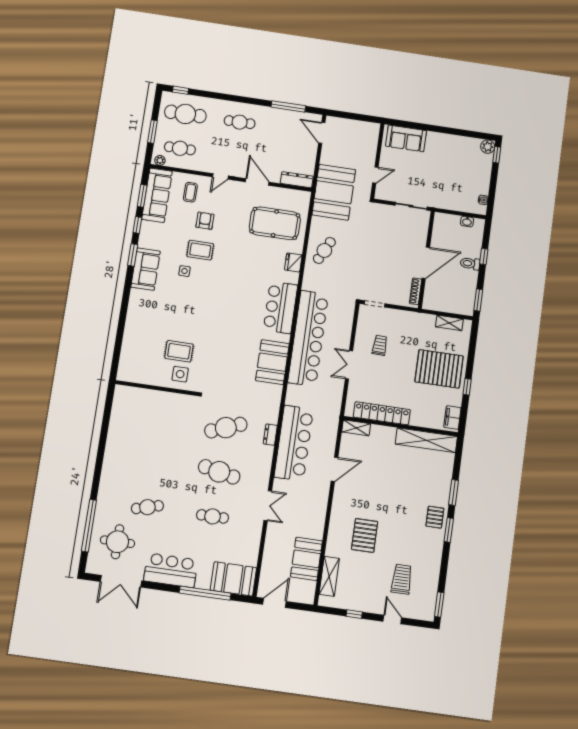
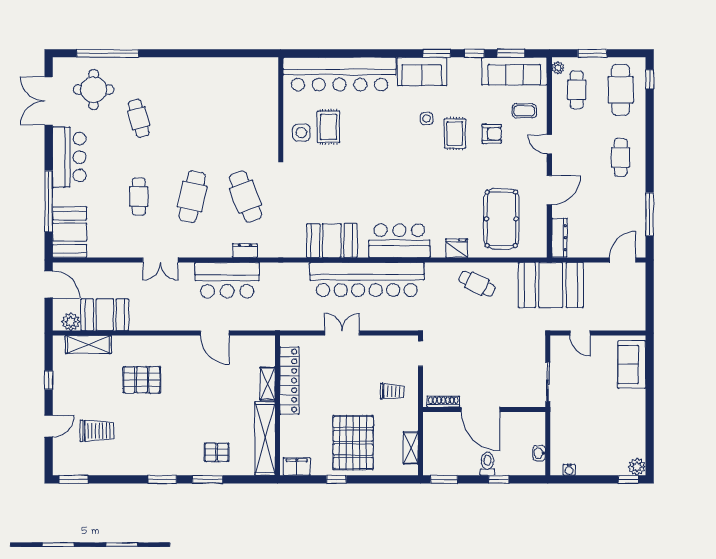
bar counter: (137, 336) -> (340, 74), added
trolley: (380, 345) -> (392, 392), moved
shelving: (356, 428) -> (268, 384), moved
bar counter: (294, 443) -> (227, 280), width x0.73
pallet: (435, 517) -> (217, 452), moved
plant: (308, 588) -> (71, 322), added

